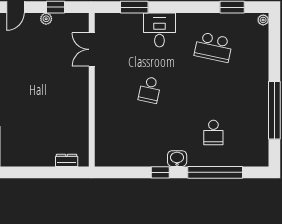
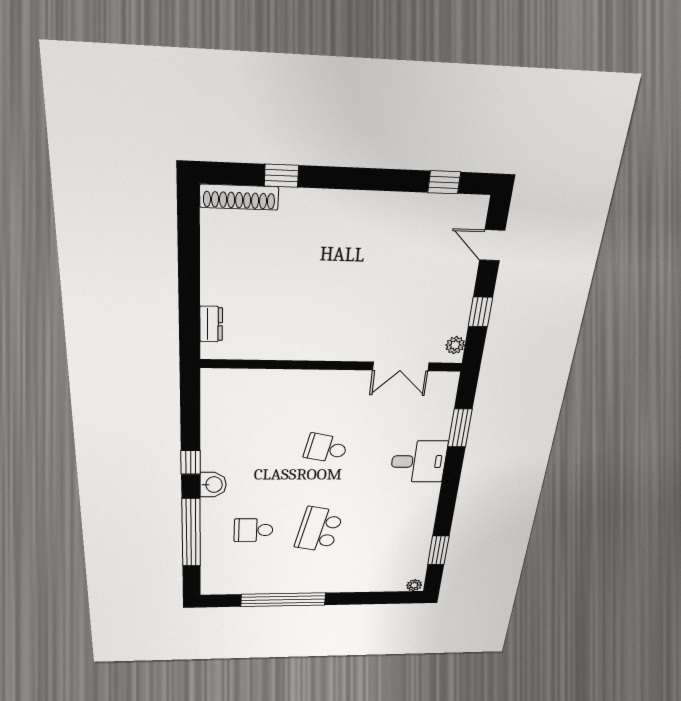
plant: (46, 19) -> (455, 345), moved
school desk: (213, 47) -> (319, 530), moved
double door: (92, 49) -> (401, 366), swing flipped

